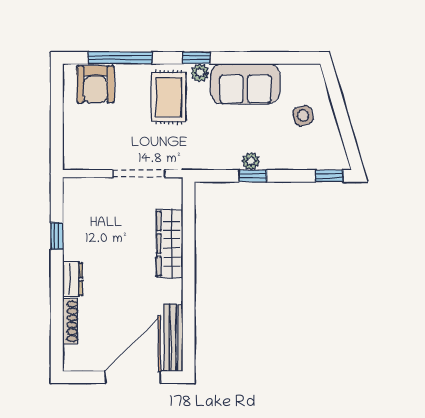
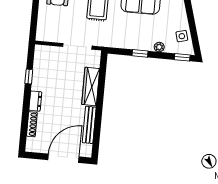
side table: (303, 116) -> (182, 36), moved
plant: (251, 161) -> (159, 47), moved
bench: (173, 338) -> (89, 125), moved

